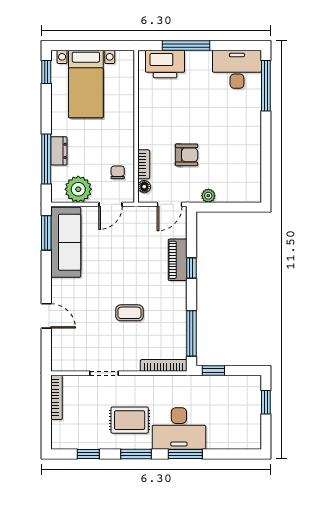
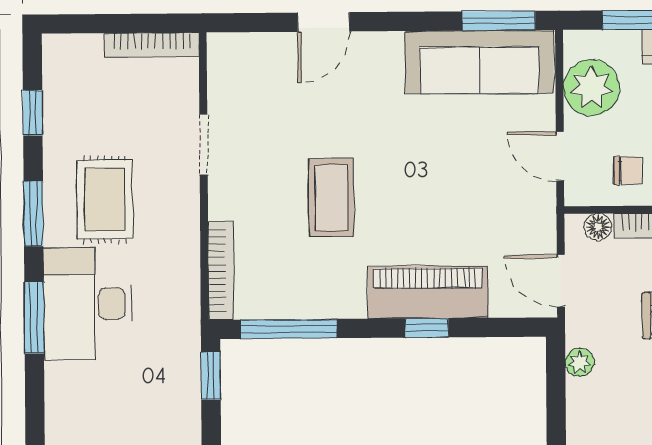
piano: (178, 260) -> (428, 292), width x1.37, depth x1.33
coffee table: (129, 313) -> (331, 198), width x1.36, depth x1.30

